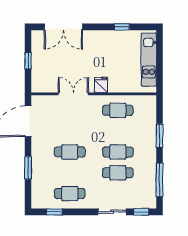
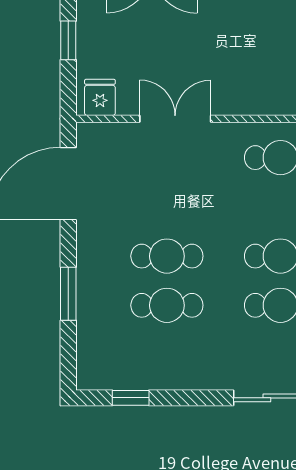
fridge: (101, 85) -> (100, 97), moved
cafe table: (70, 194) -> (167, 305), moved

